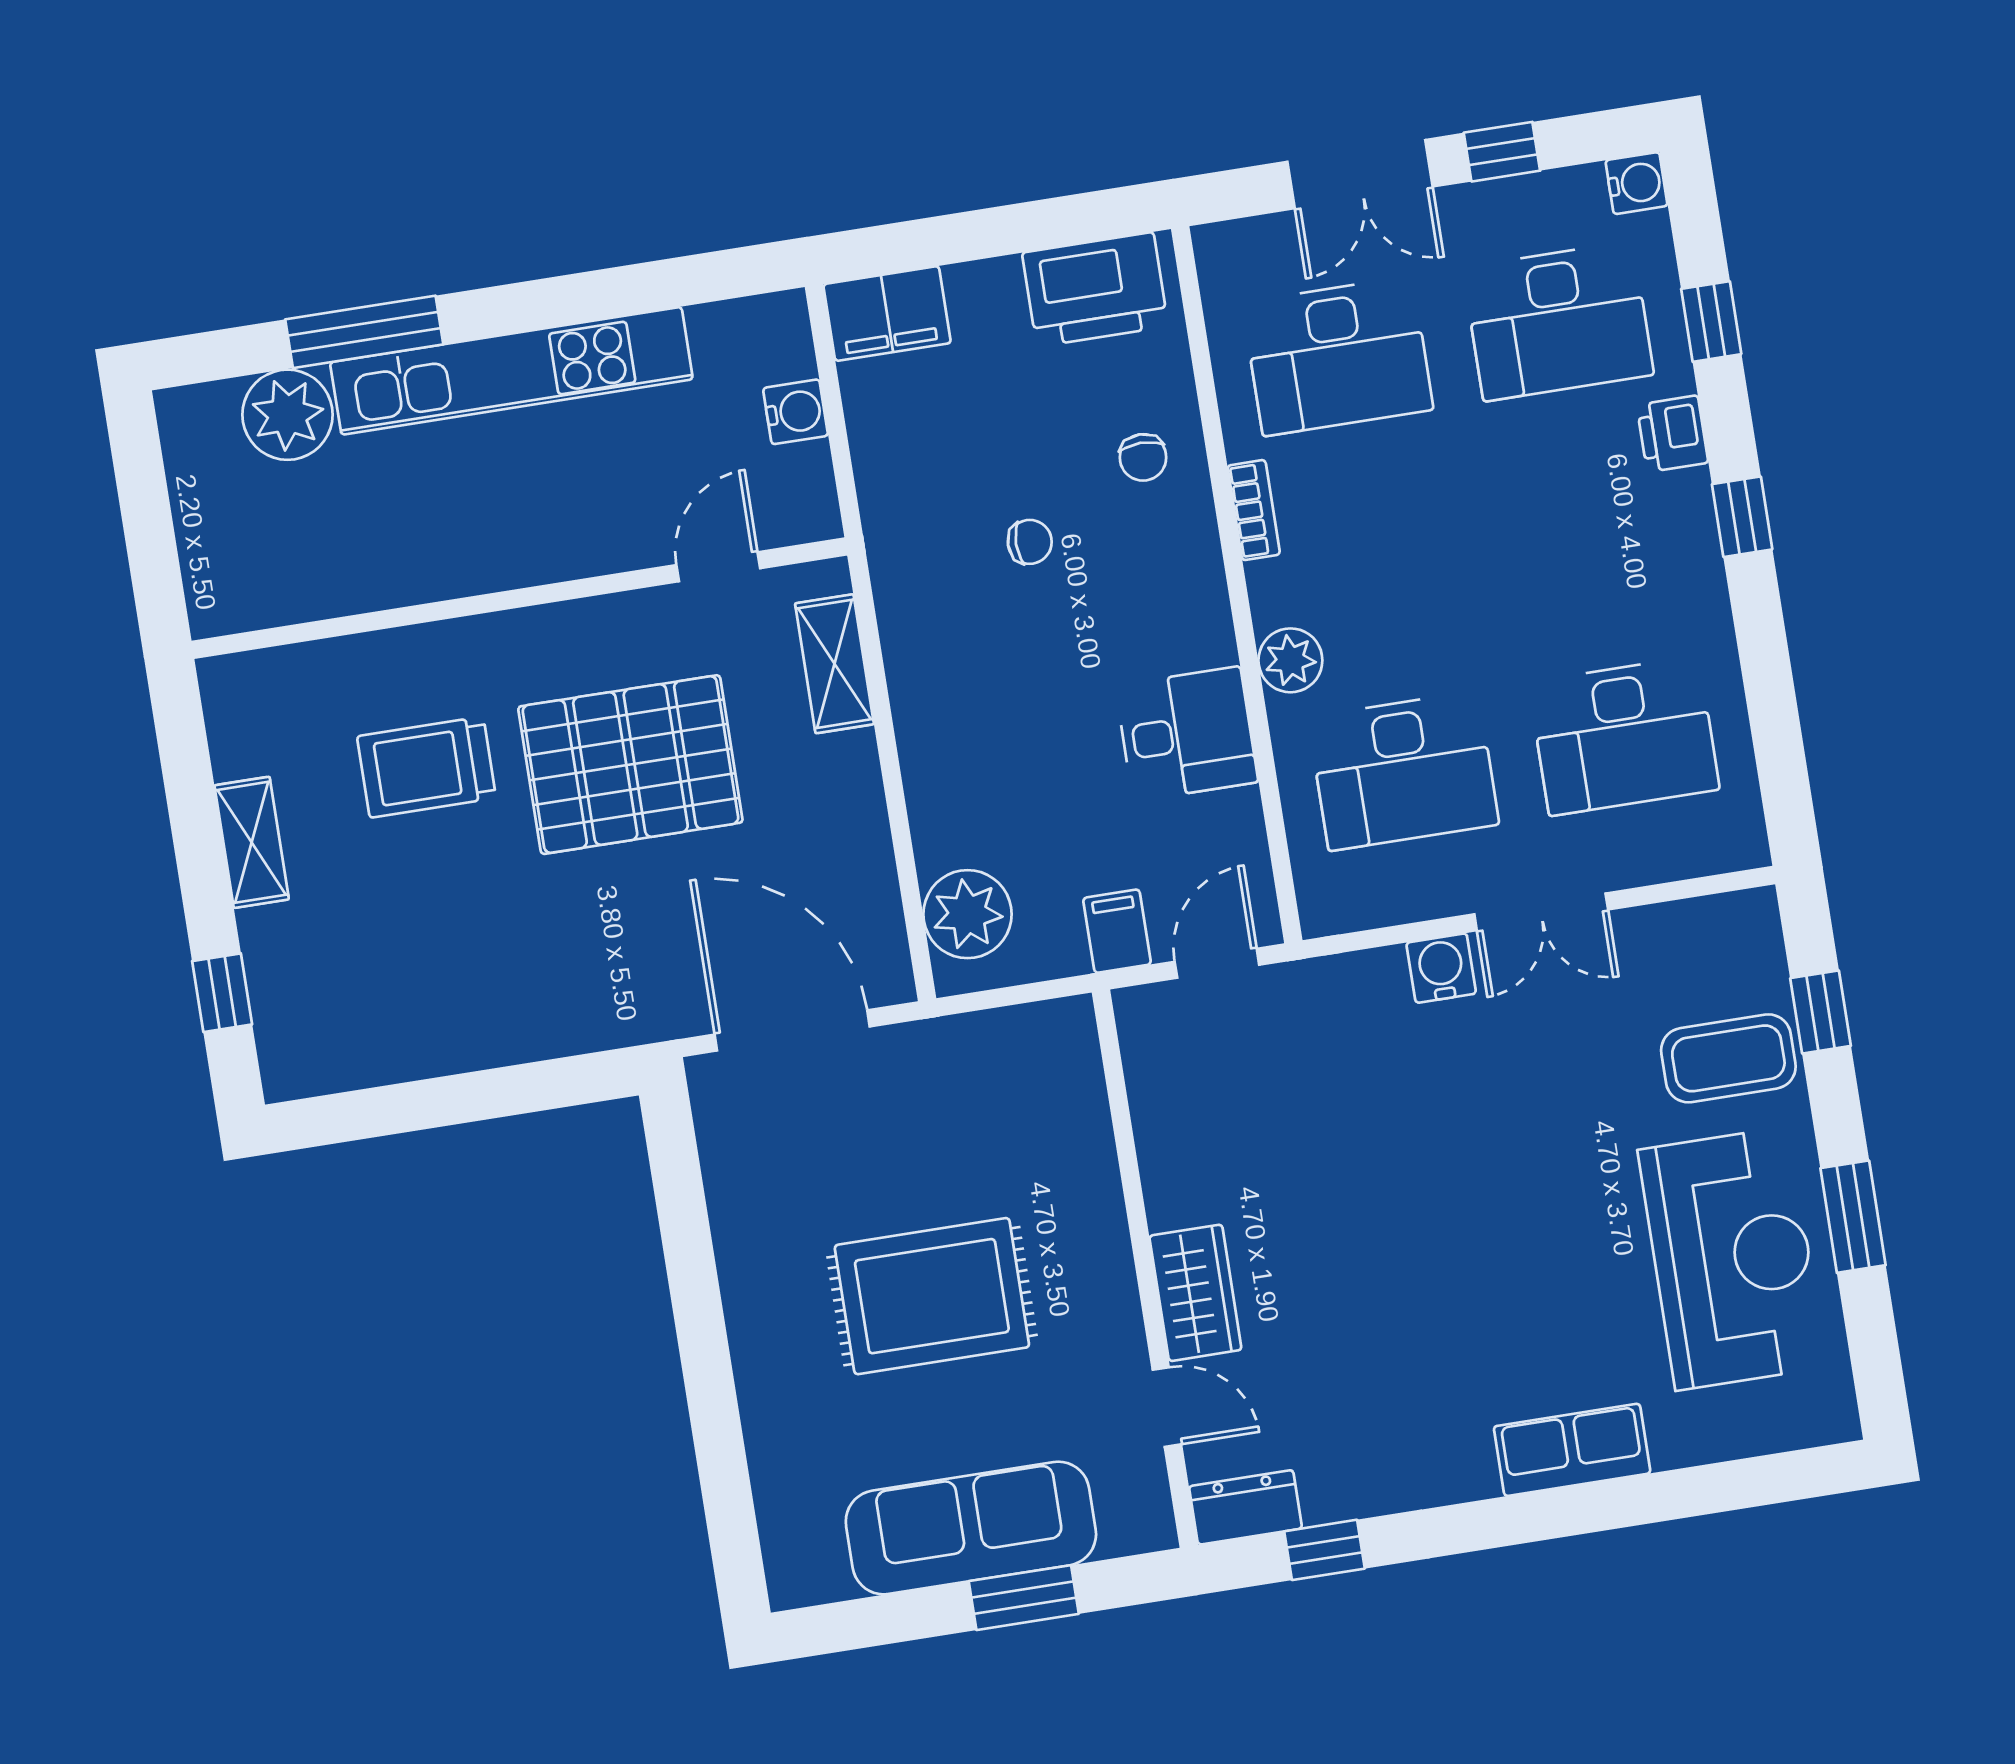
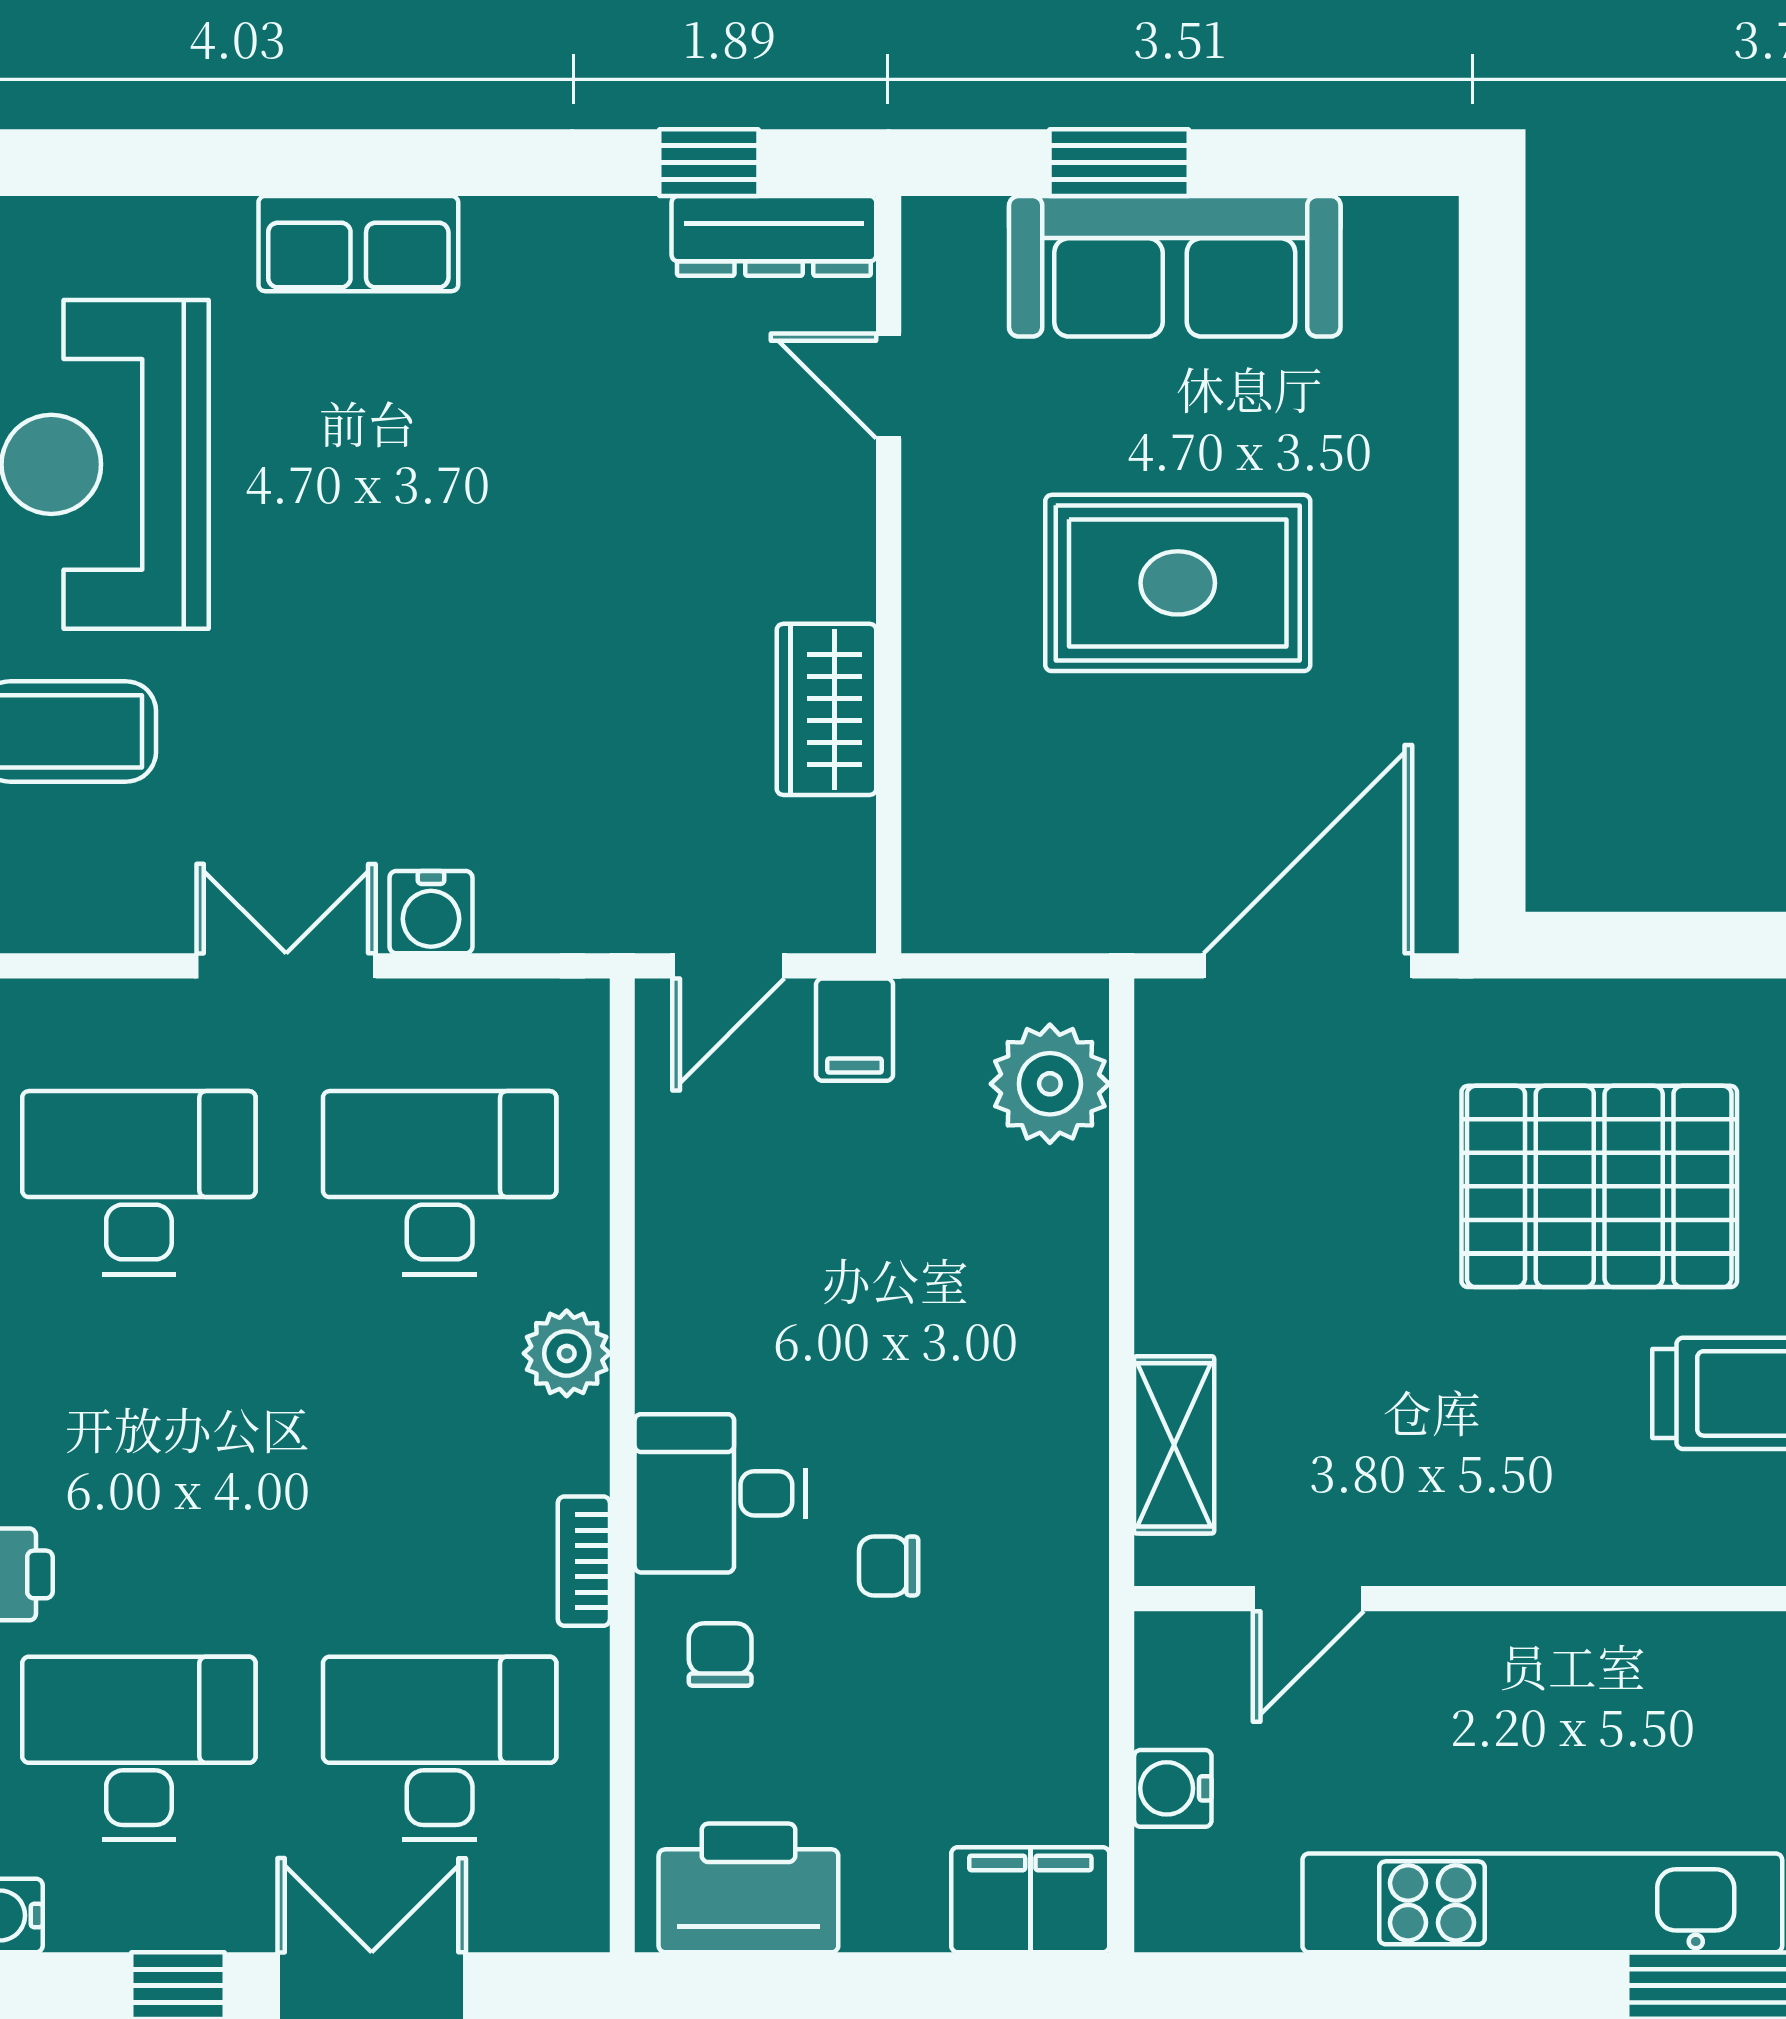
desk: (1187, 734) -> (720, 1493), moved
pallet: (630, 765) -> (1599, 1186), moved
door: (792, 1030) -> (1308, 966), swing flipped
wardrobe: (1195, 1293) -> (826, 709), moved
dresser: (1245, 1507) -> (774, 236), width x1.44

